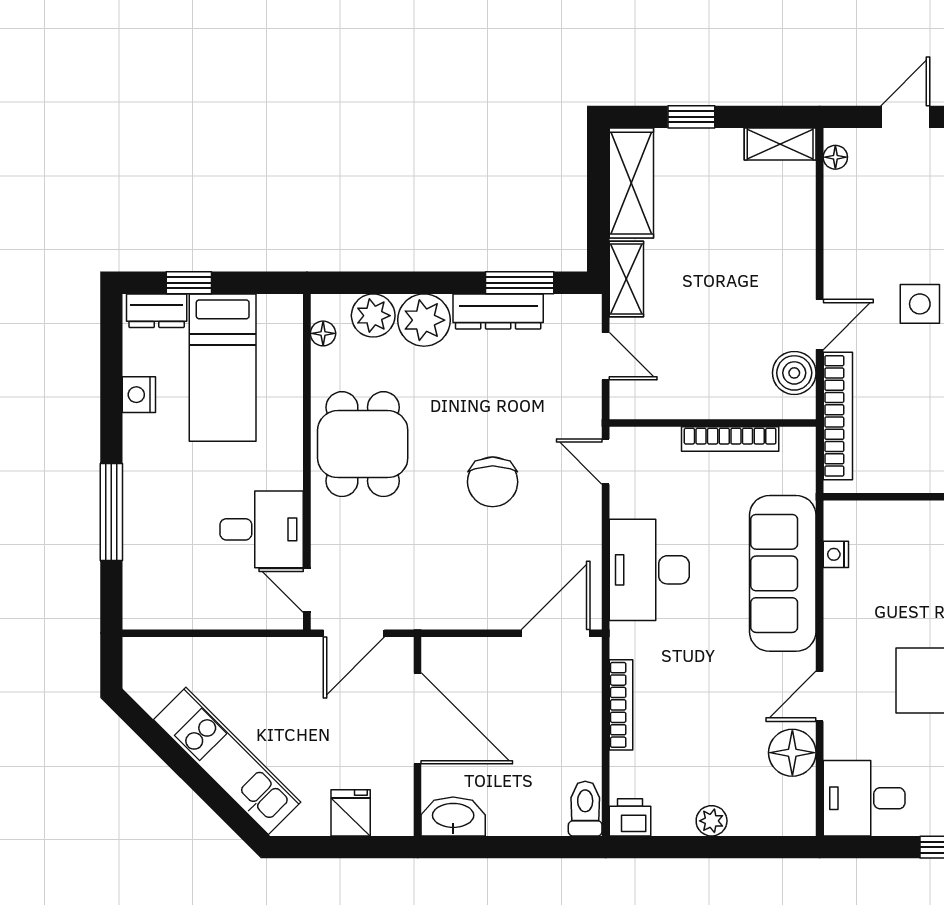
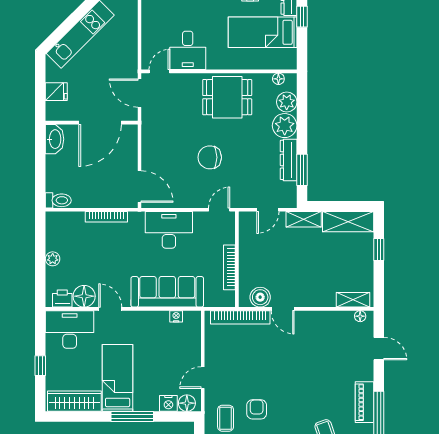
shelving: (780, 144) -> (353, 300), moved, turned 90
side table: (920, 304) -> (292, 355), removed
desk: (864, 798) -> (70, 330), width x1.37
printer: (630, 817) -> (62, 299), moved, turned -90

